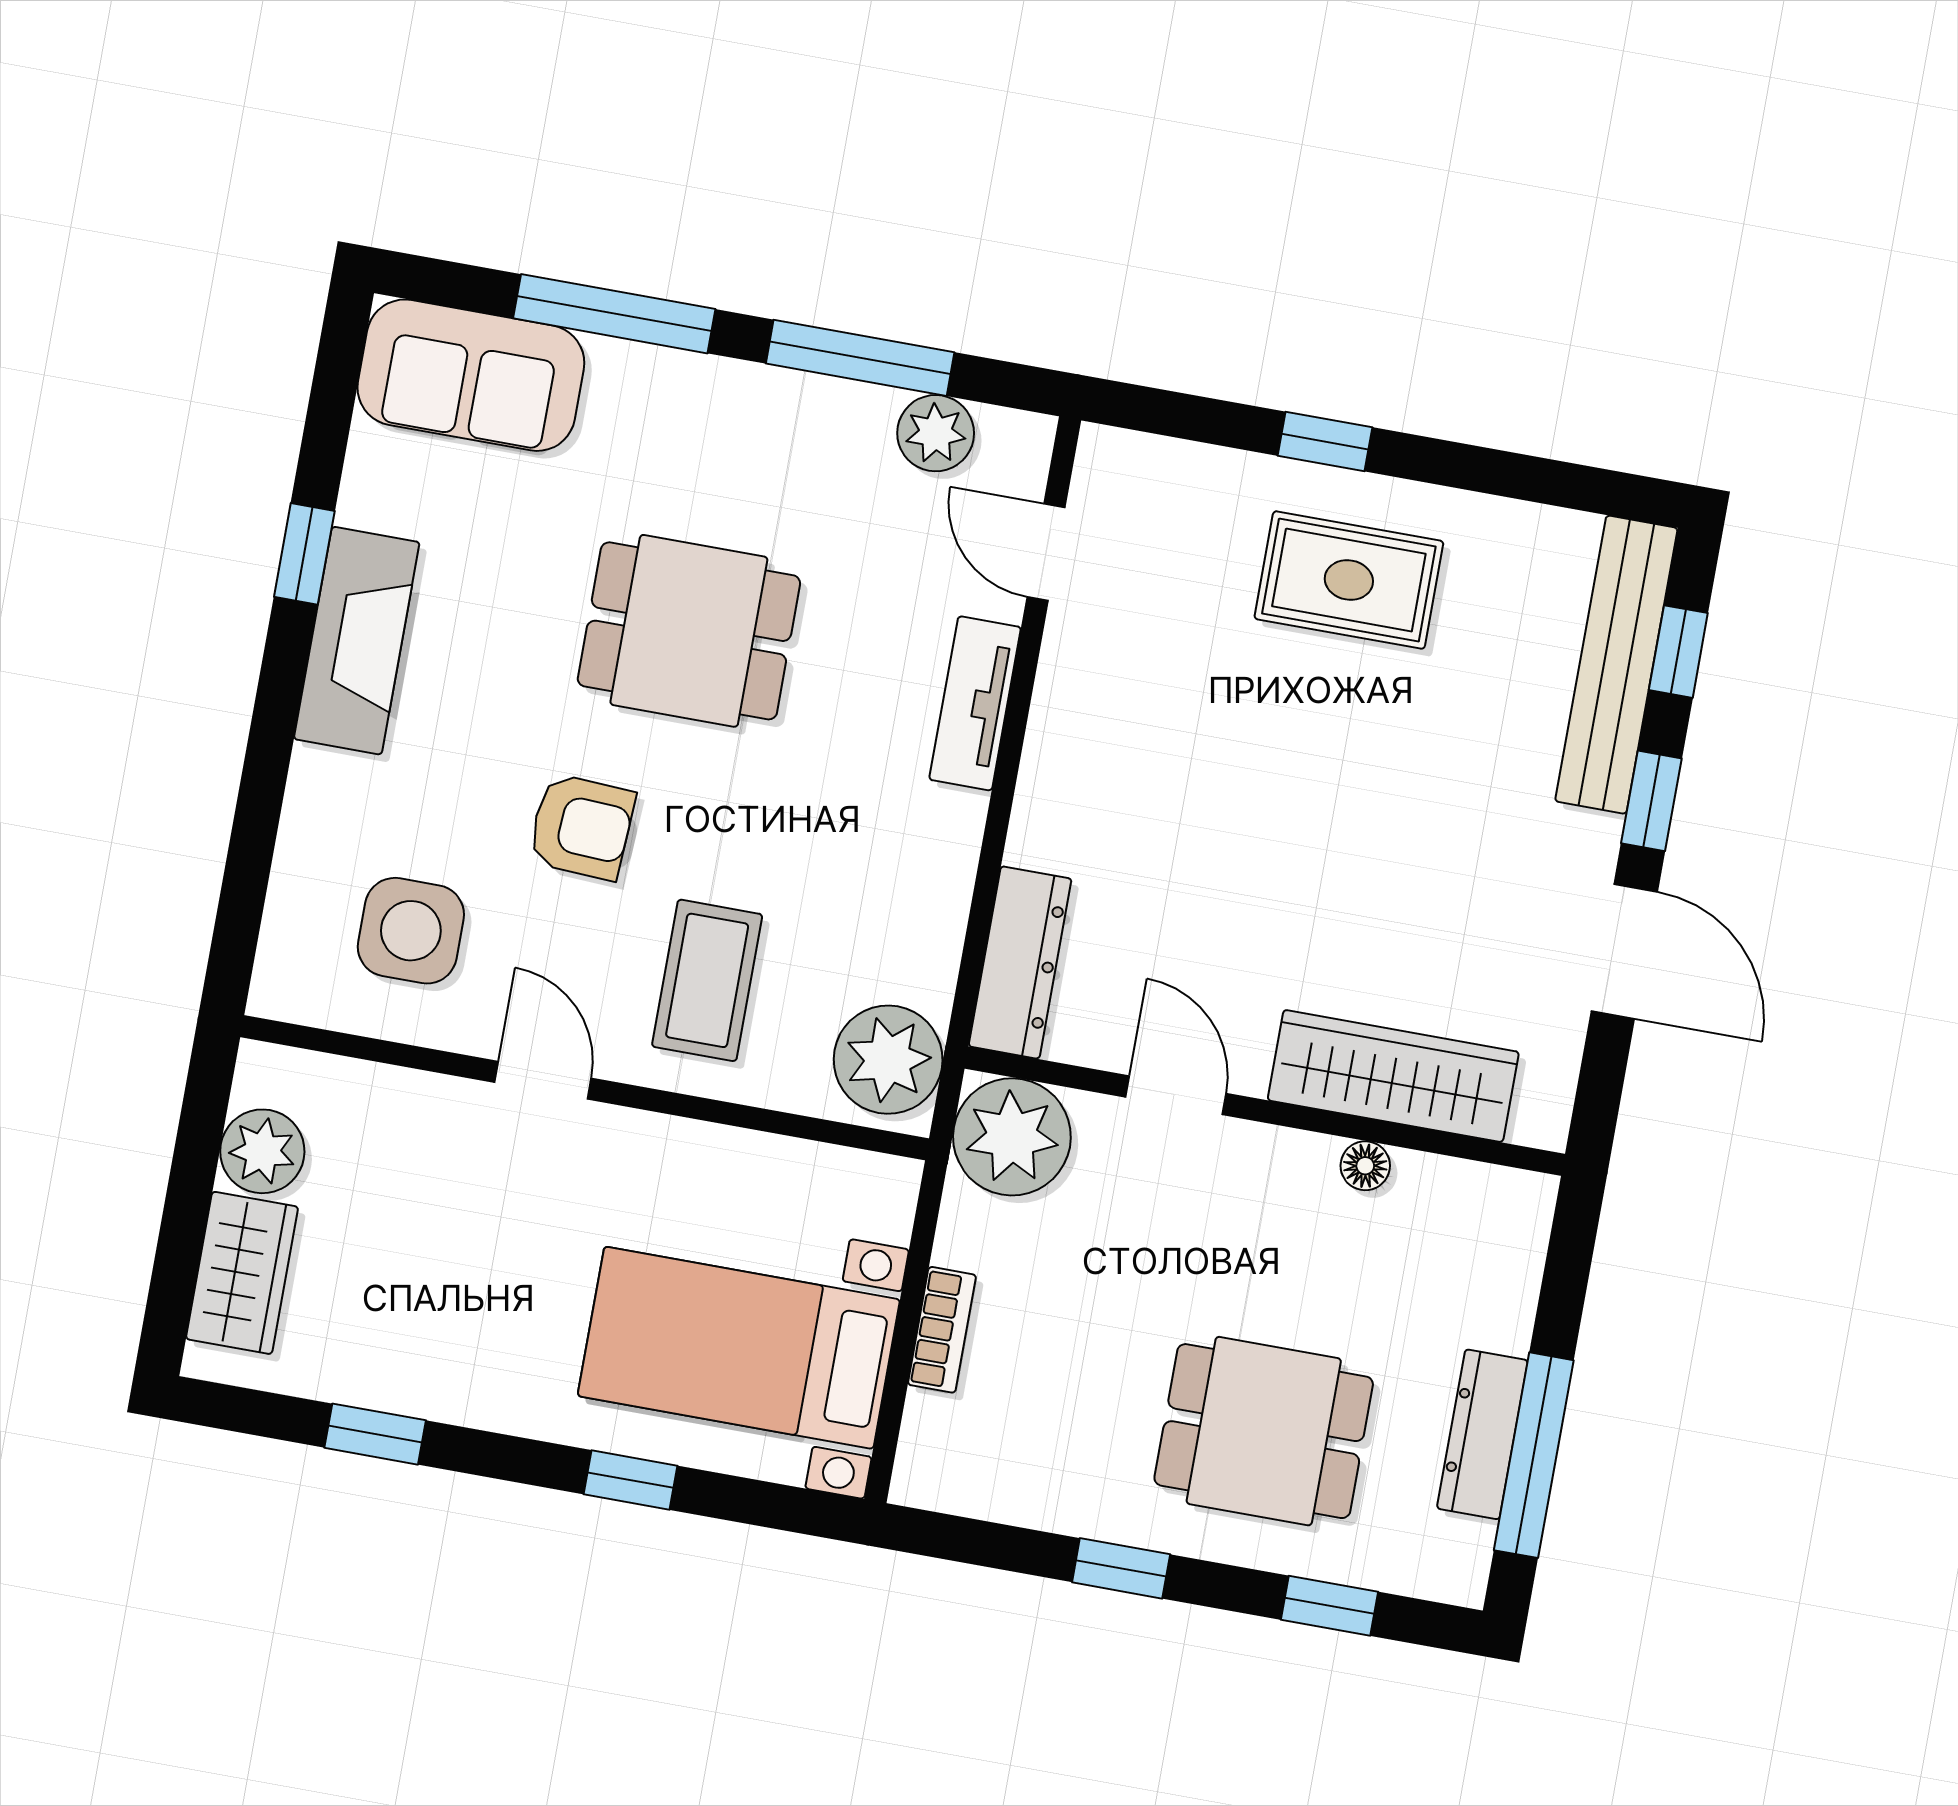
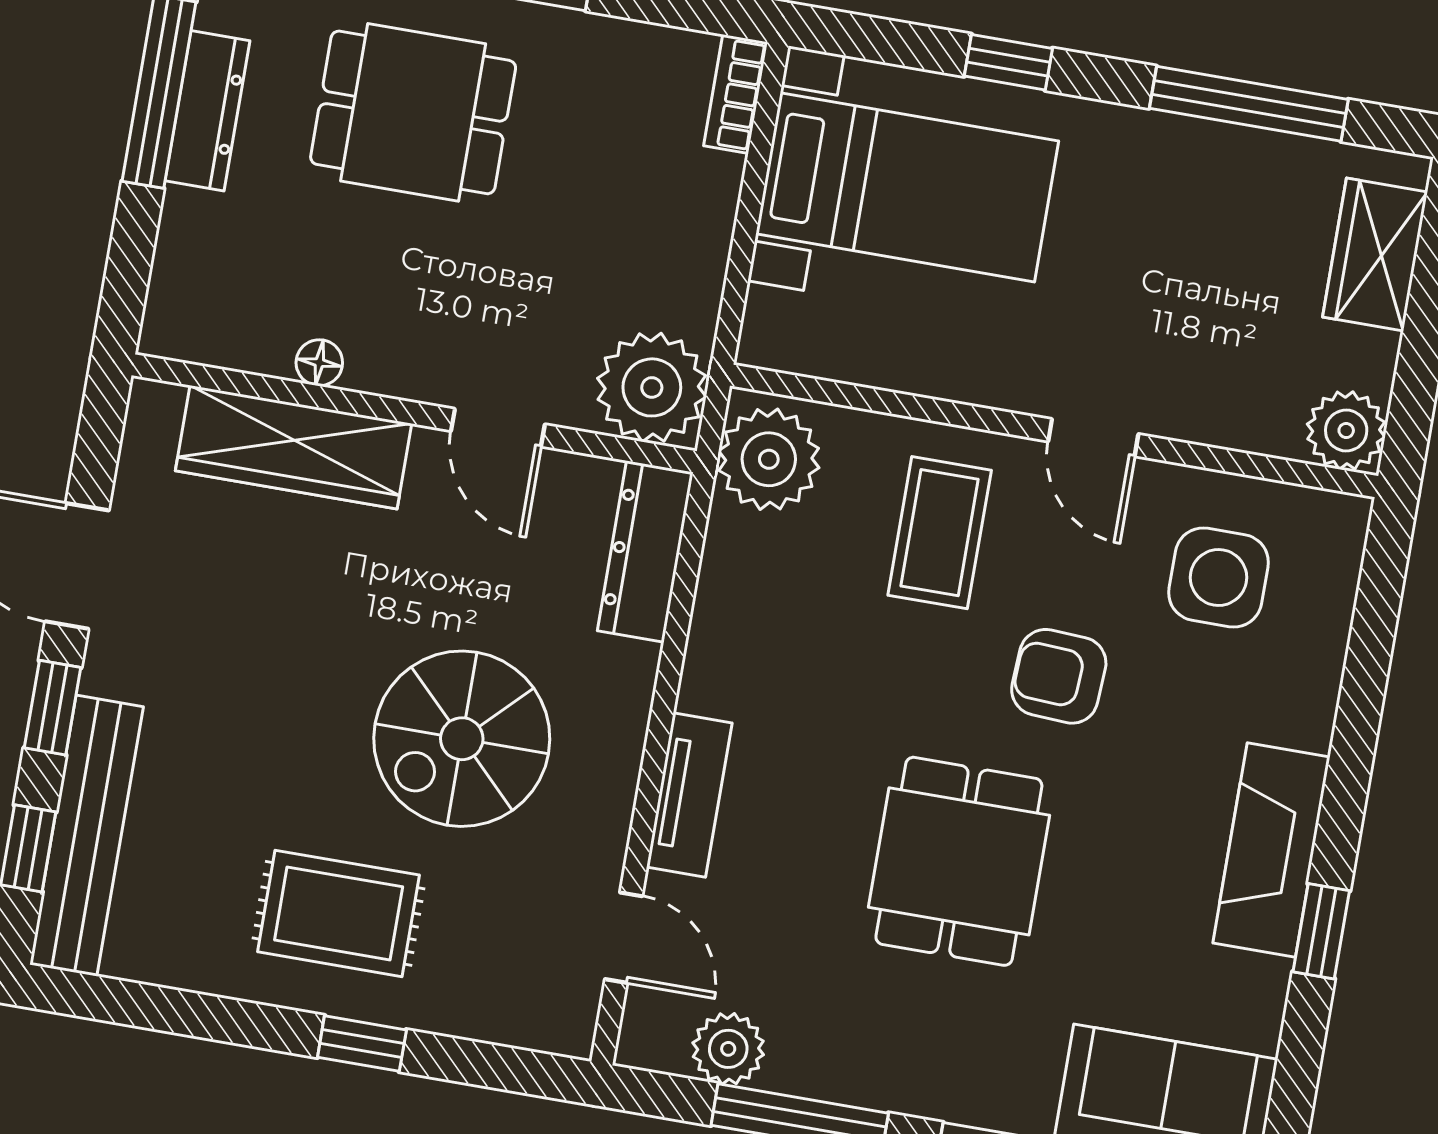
dining table: (689, 631) -> (959, 861), turned 90
spiral stairs: (1217, 765) -> (462, 739), added
plant: (262, 1151) -> (1346, 430), moved
bookcase: (942, 1330) -> (736, 94), moved
window: (375, 1434) -> (1249, 104), width x2.17

